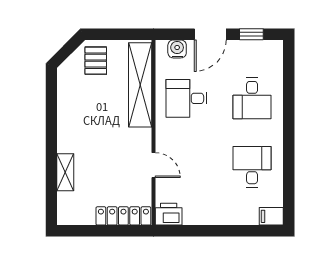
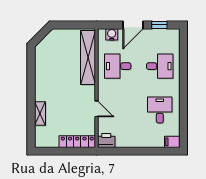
pallet: (96, 61) -> (60, 42), removed
desk: (252, 98) -> (160, 66), turned -90

